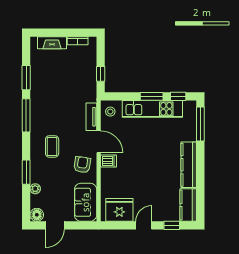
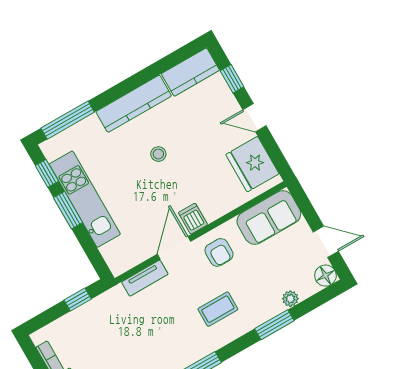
stool: (110, 112) -> (158, 154), moved
armchair: (82, 165) -> (219, 252), turned -99

